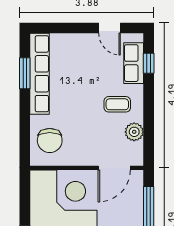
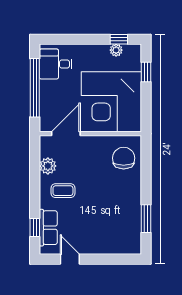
row of seats: (40, 74) -> (133, 218), removed

